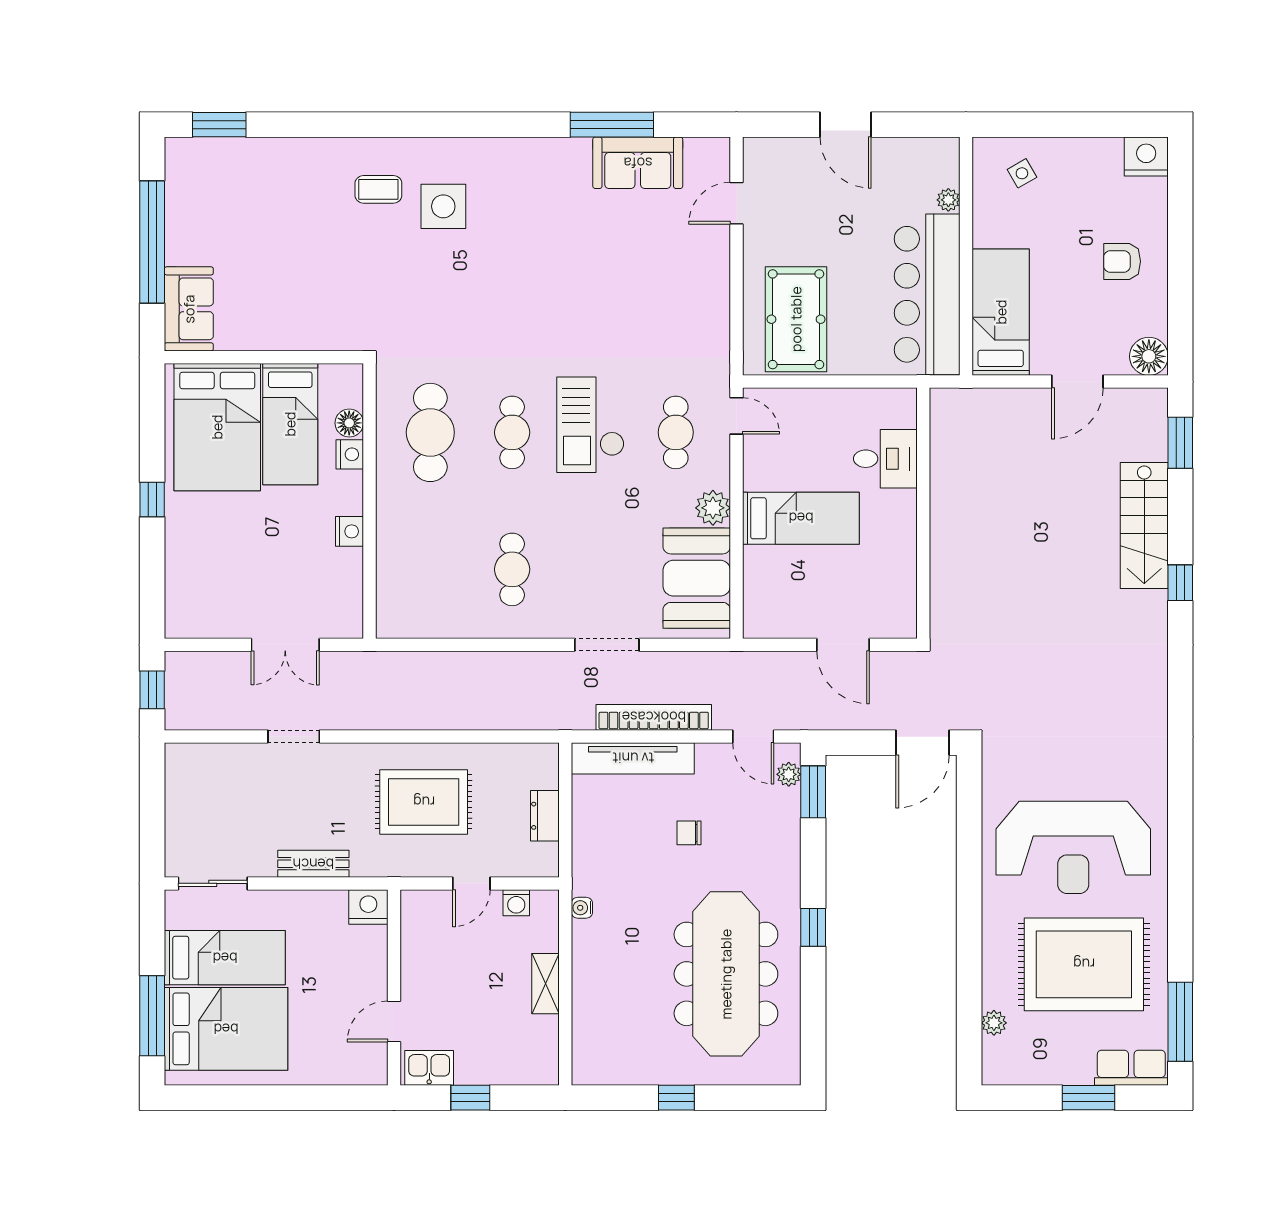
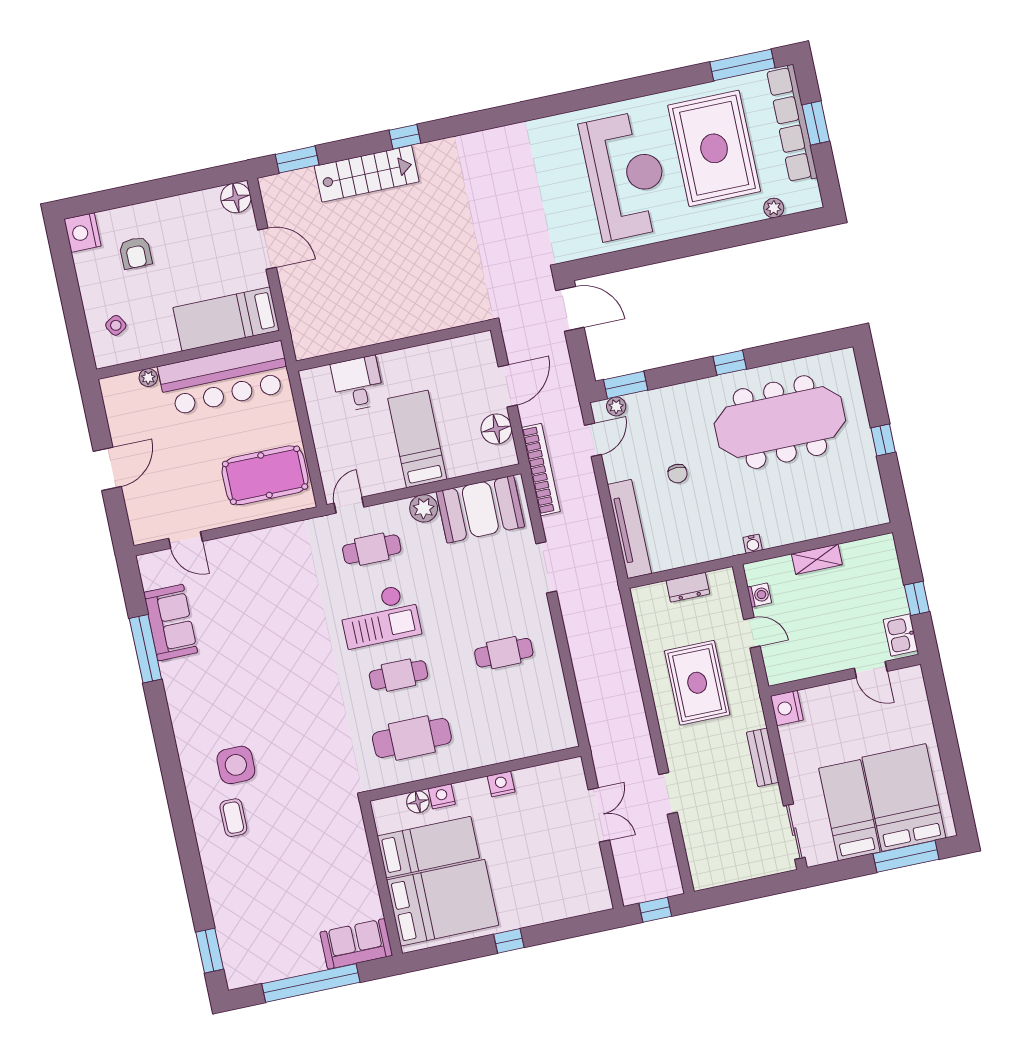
armchair: (1122, 261) -> (136, 253), moved
floor lamp: (792, 619) -> (496, 429), added
bookcase: (654, 717) -> (541, 470), moved, turned 180
row of seats: (1131, 1068) -> (792, 124), width x2.02

